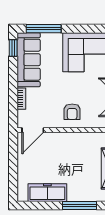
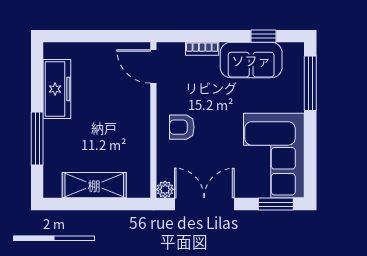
window: (13, 48) -> (263, 36), moved
sofa: (29, 60) -> (251, 60), width x0.73

